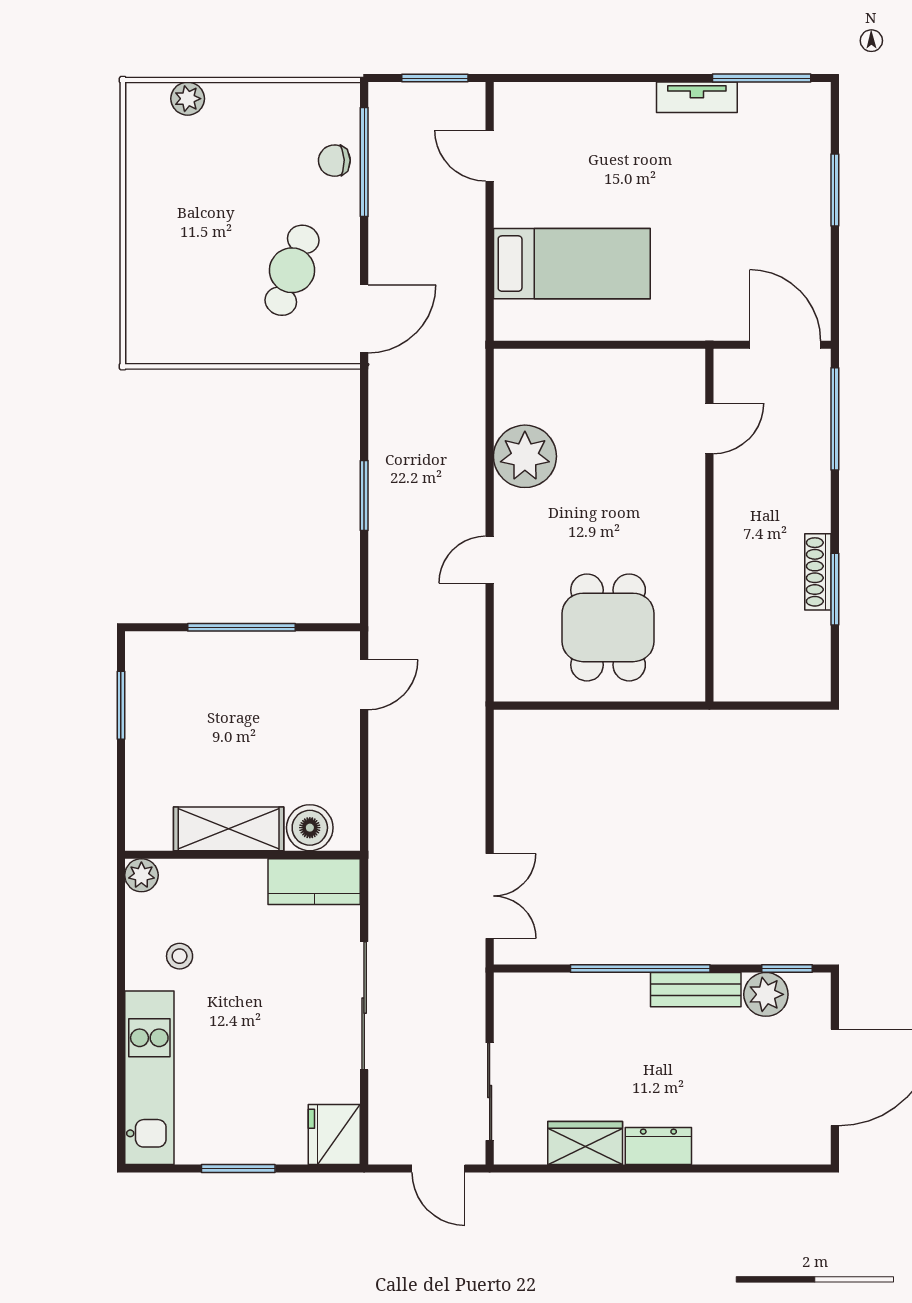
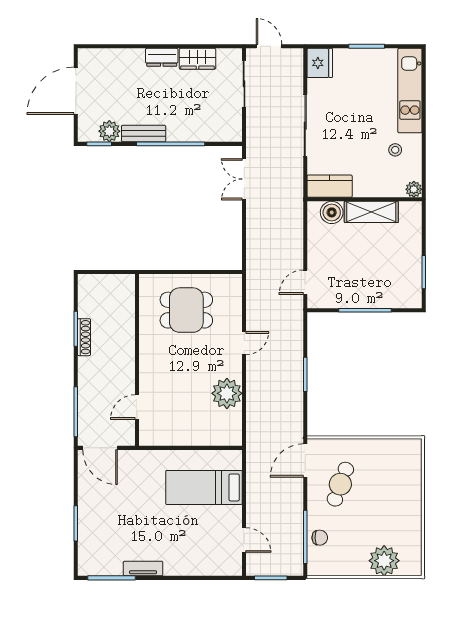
plant: (188, 99) -> (384, 561), width x1.88, depth x1.88
dining table: (608, 627) -> (186, 310), turned 90

